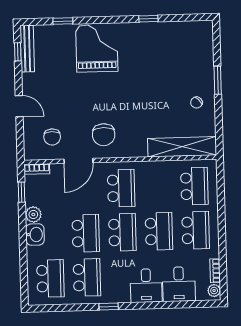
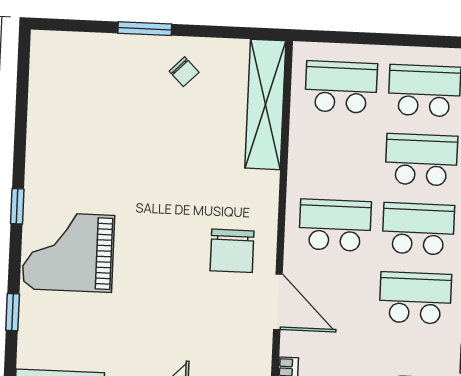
window: (148, 19) -> (17, 206), moved
chair: (104, 135) -> (232, 251), turned 90
chair: (52, 137) -> (229, 348), removed

